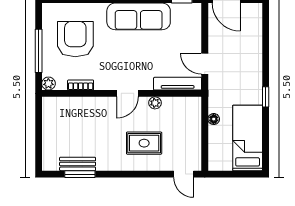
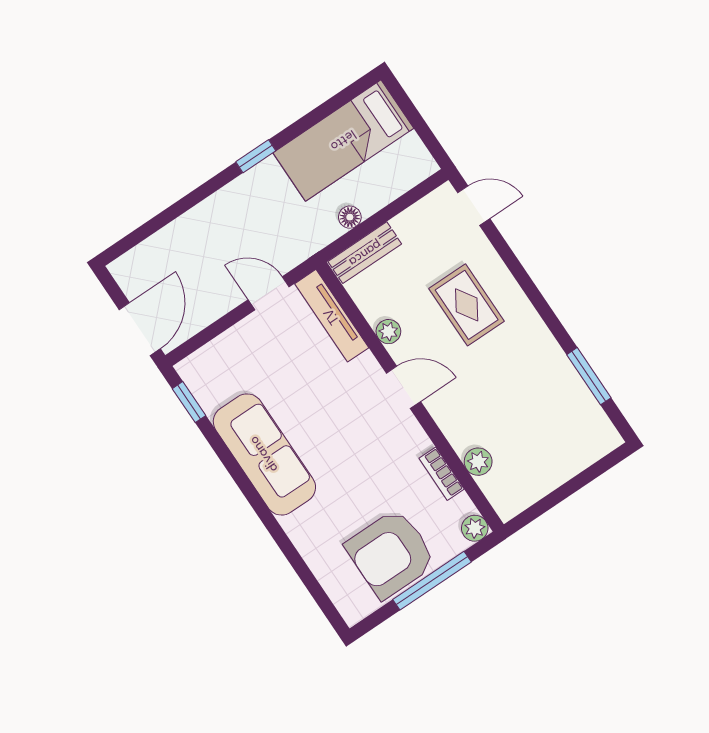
armchair: (75, 39) -> (391, 554), moved
door: (205, 64) -> (269, 293), swing flipped
plant: (75, 104) -> (478, 462), added
bench: (78, 164) -> (365, 253), moved, turned 90
door: (184, 174) -> (474, 206), hinge flipped

